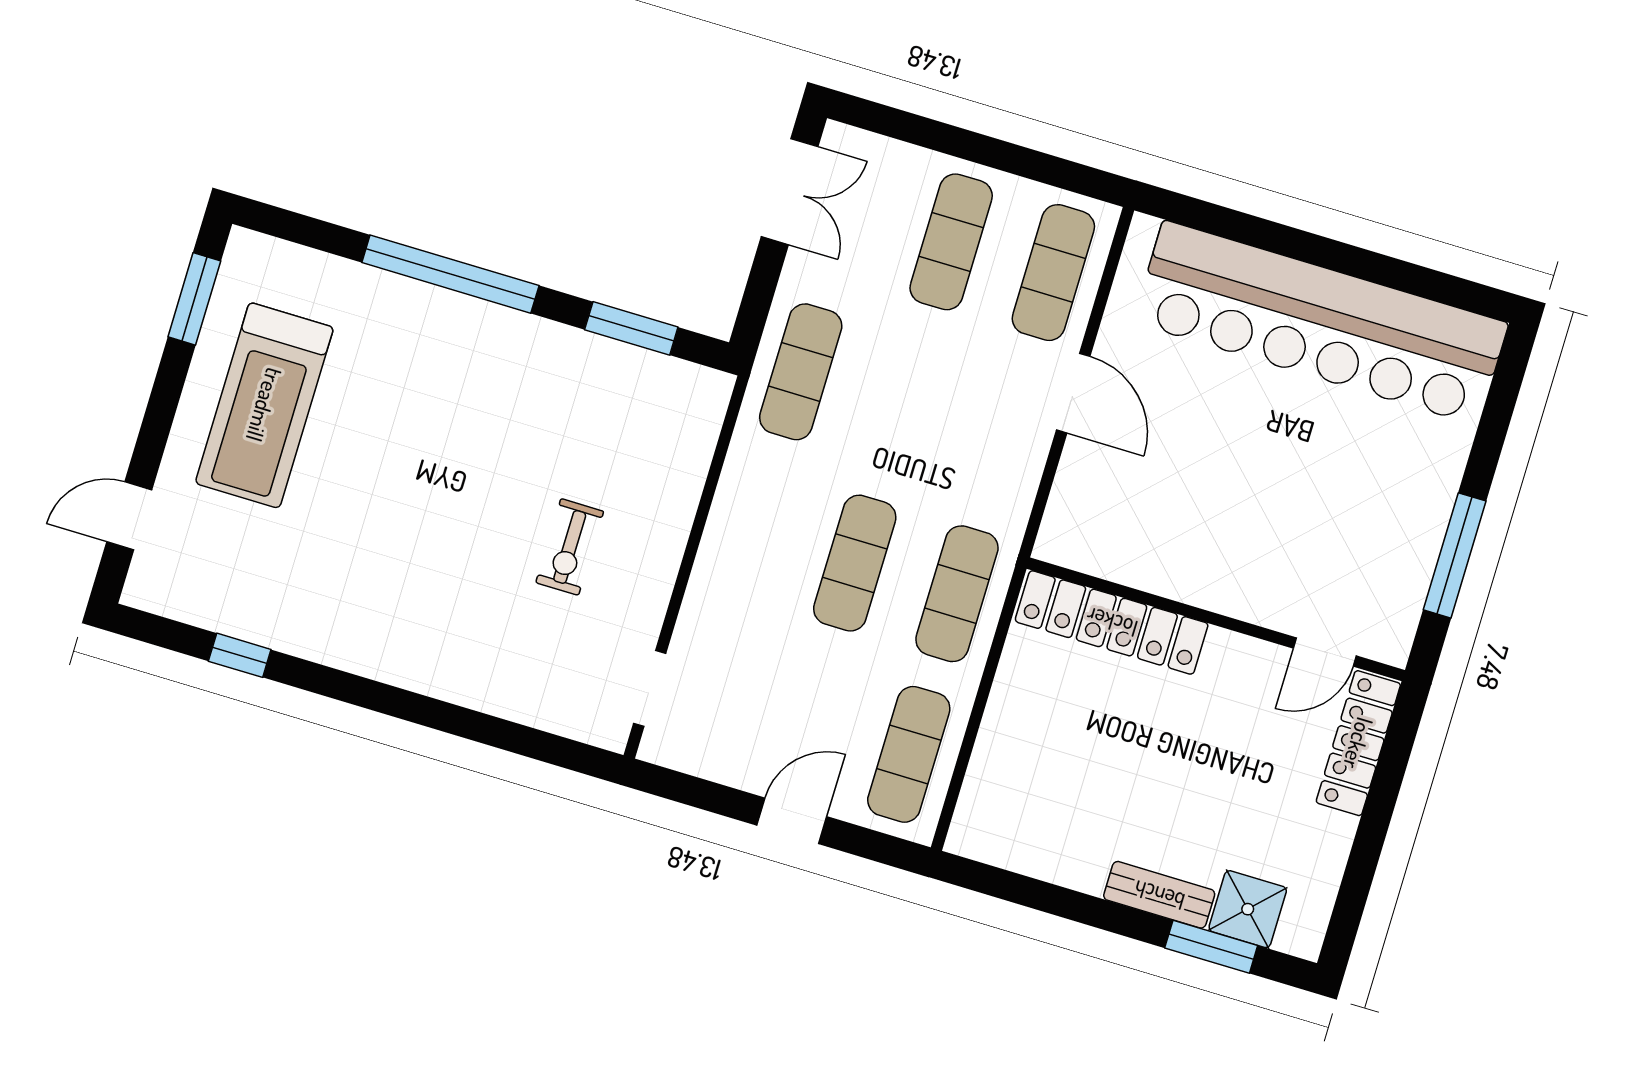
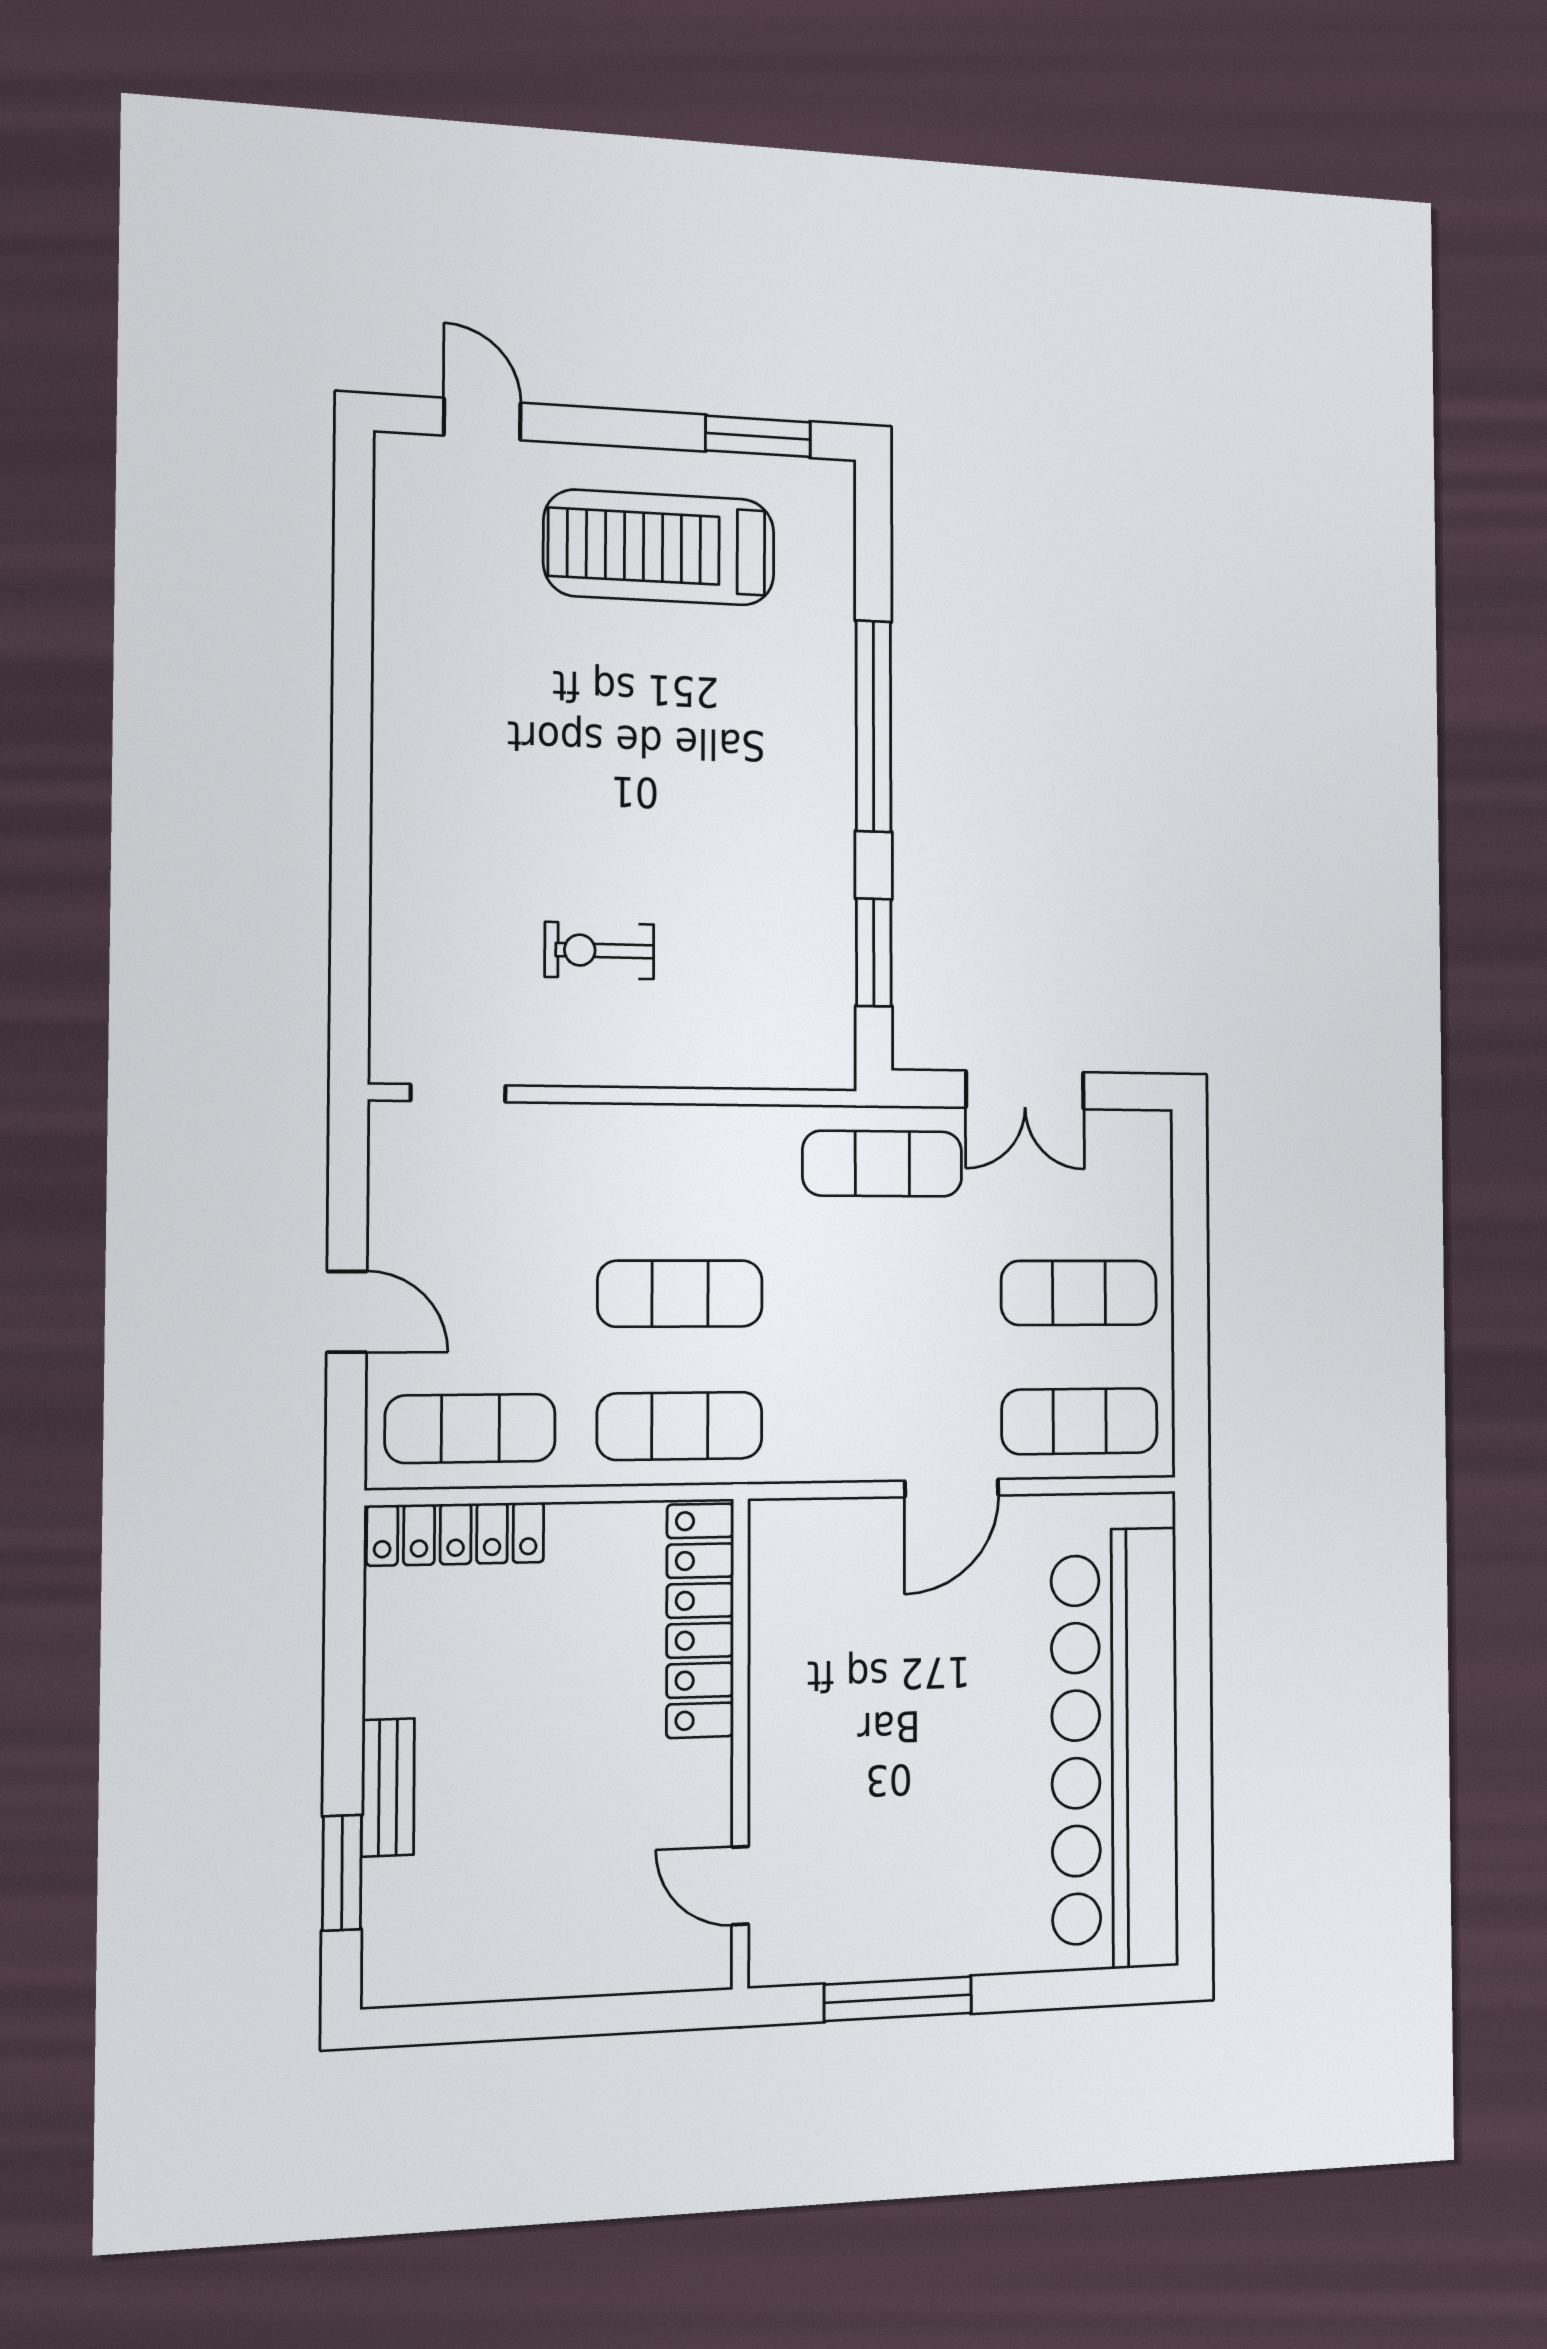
double door: (790, 192) -> (1025, 1090), moved
window: (240, 655) -> (353, 590), removed
locker: (1358, 743) -> (456, 1534), moved, turned 180
shower: (1248, 909) -> (402, 1901), removed

